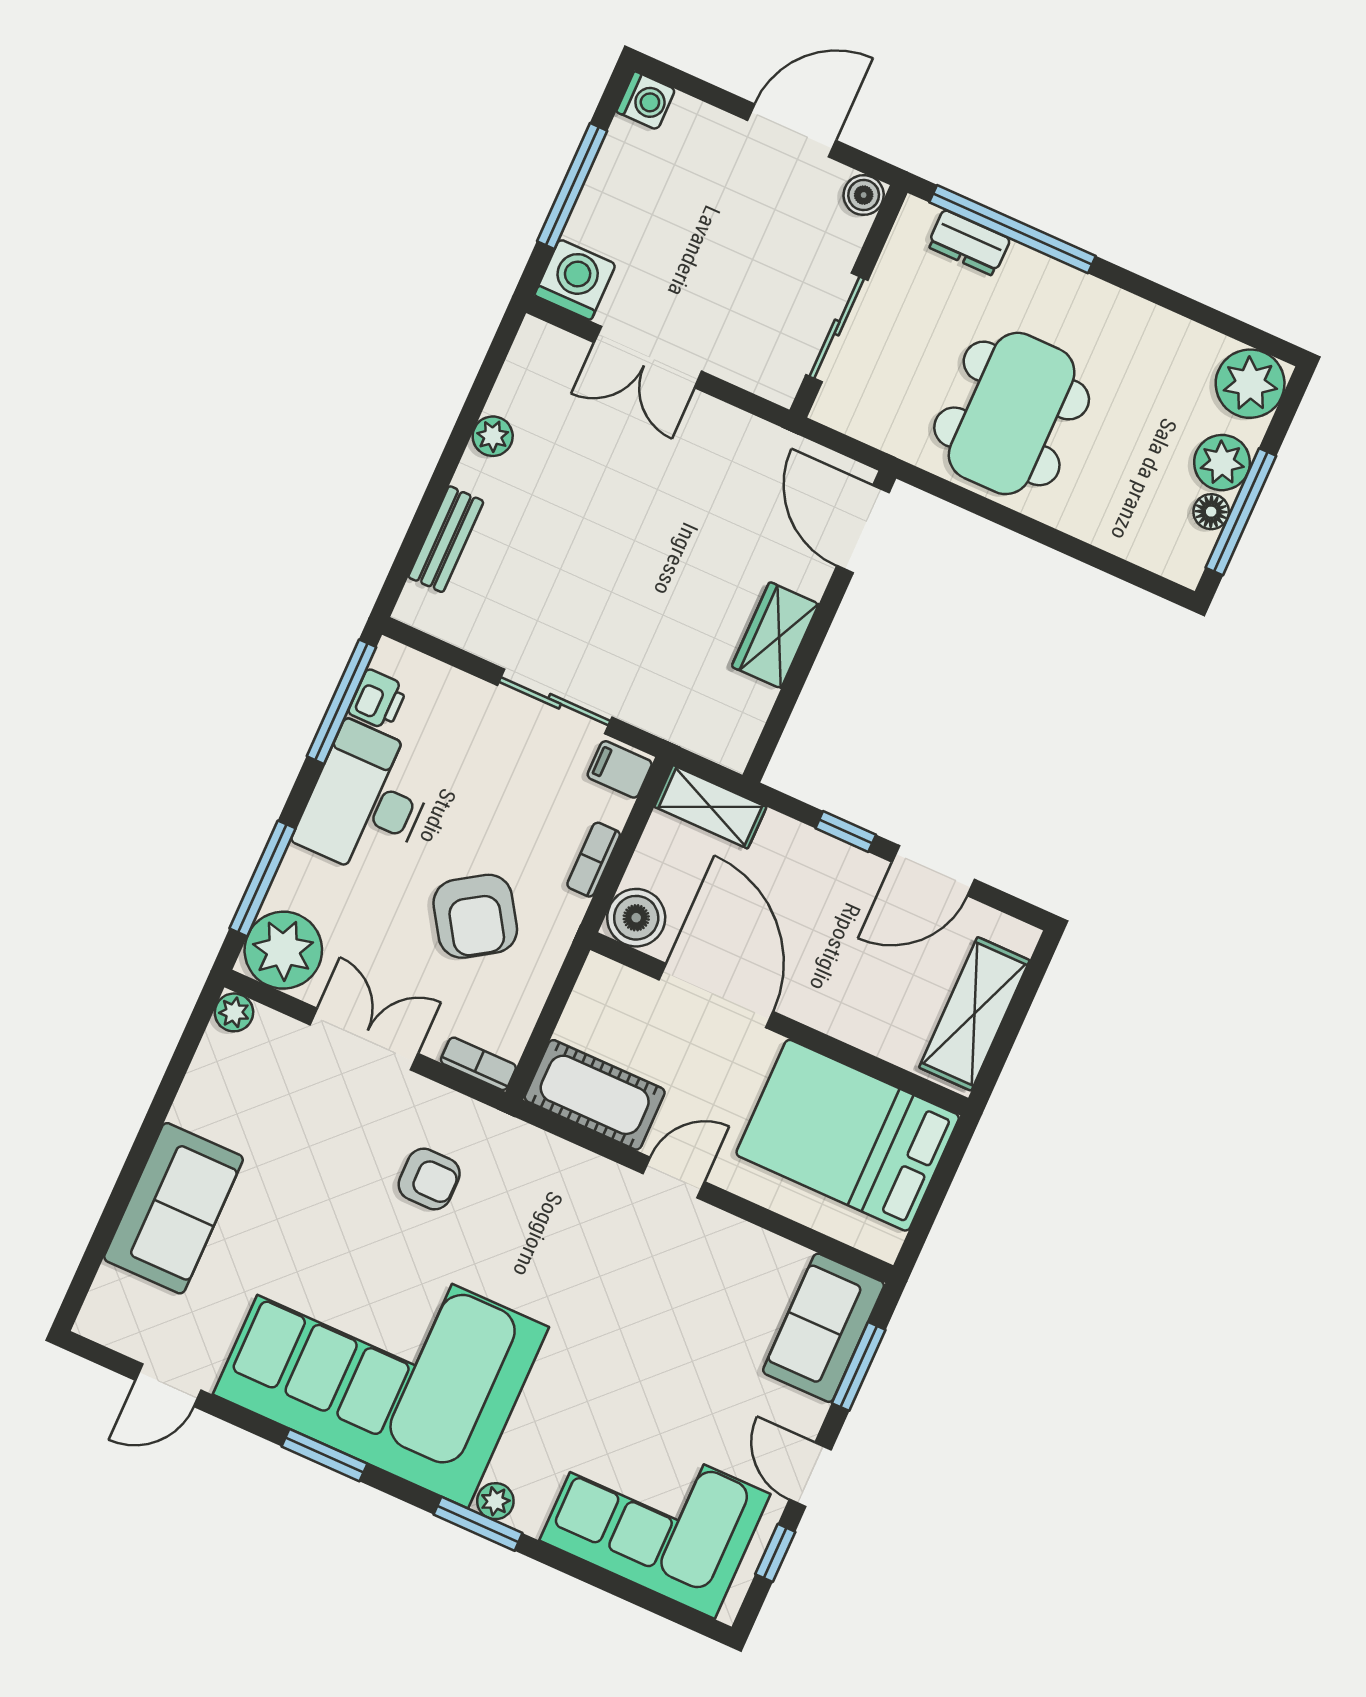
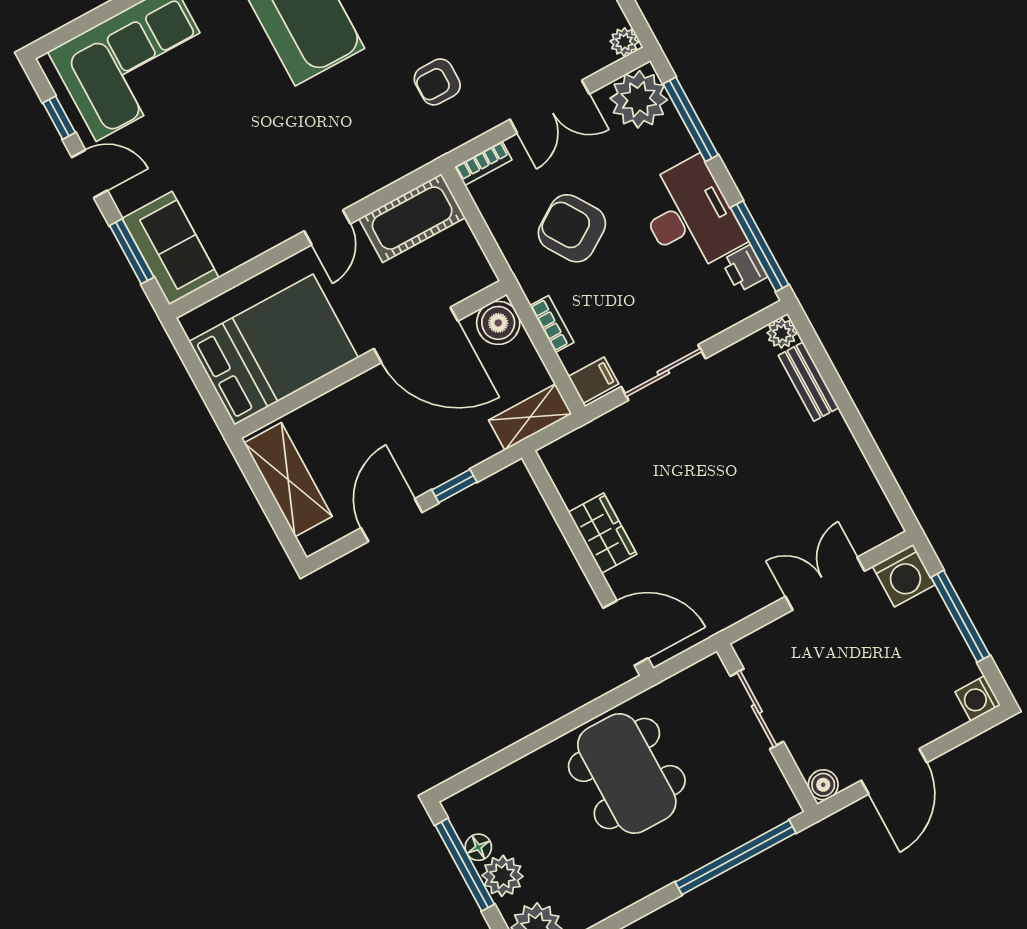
dresser: (969, 243) -> (747, 825), removed
plant: (493, 436) -> (782, 333), moved

